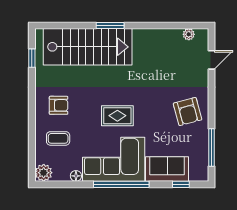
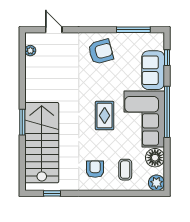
floor lamp: (76, 176) -> (155, 158), width x1.89, depth x1.89

